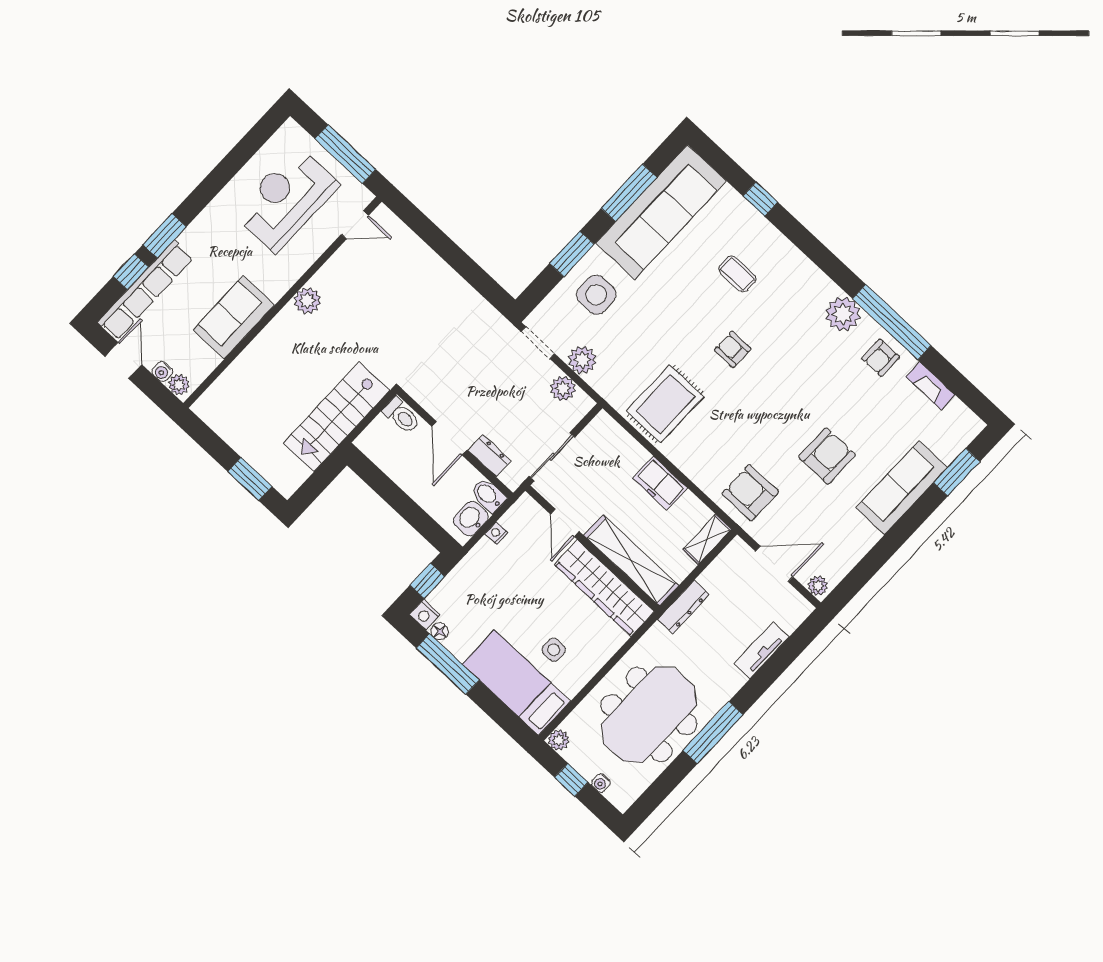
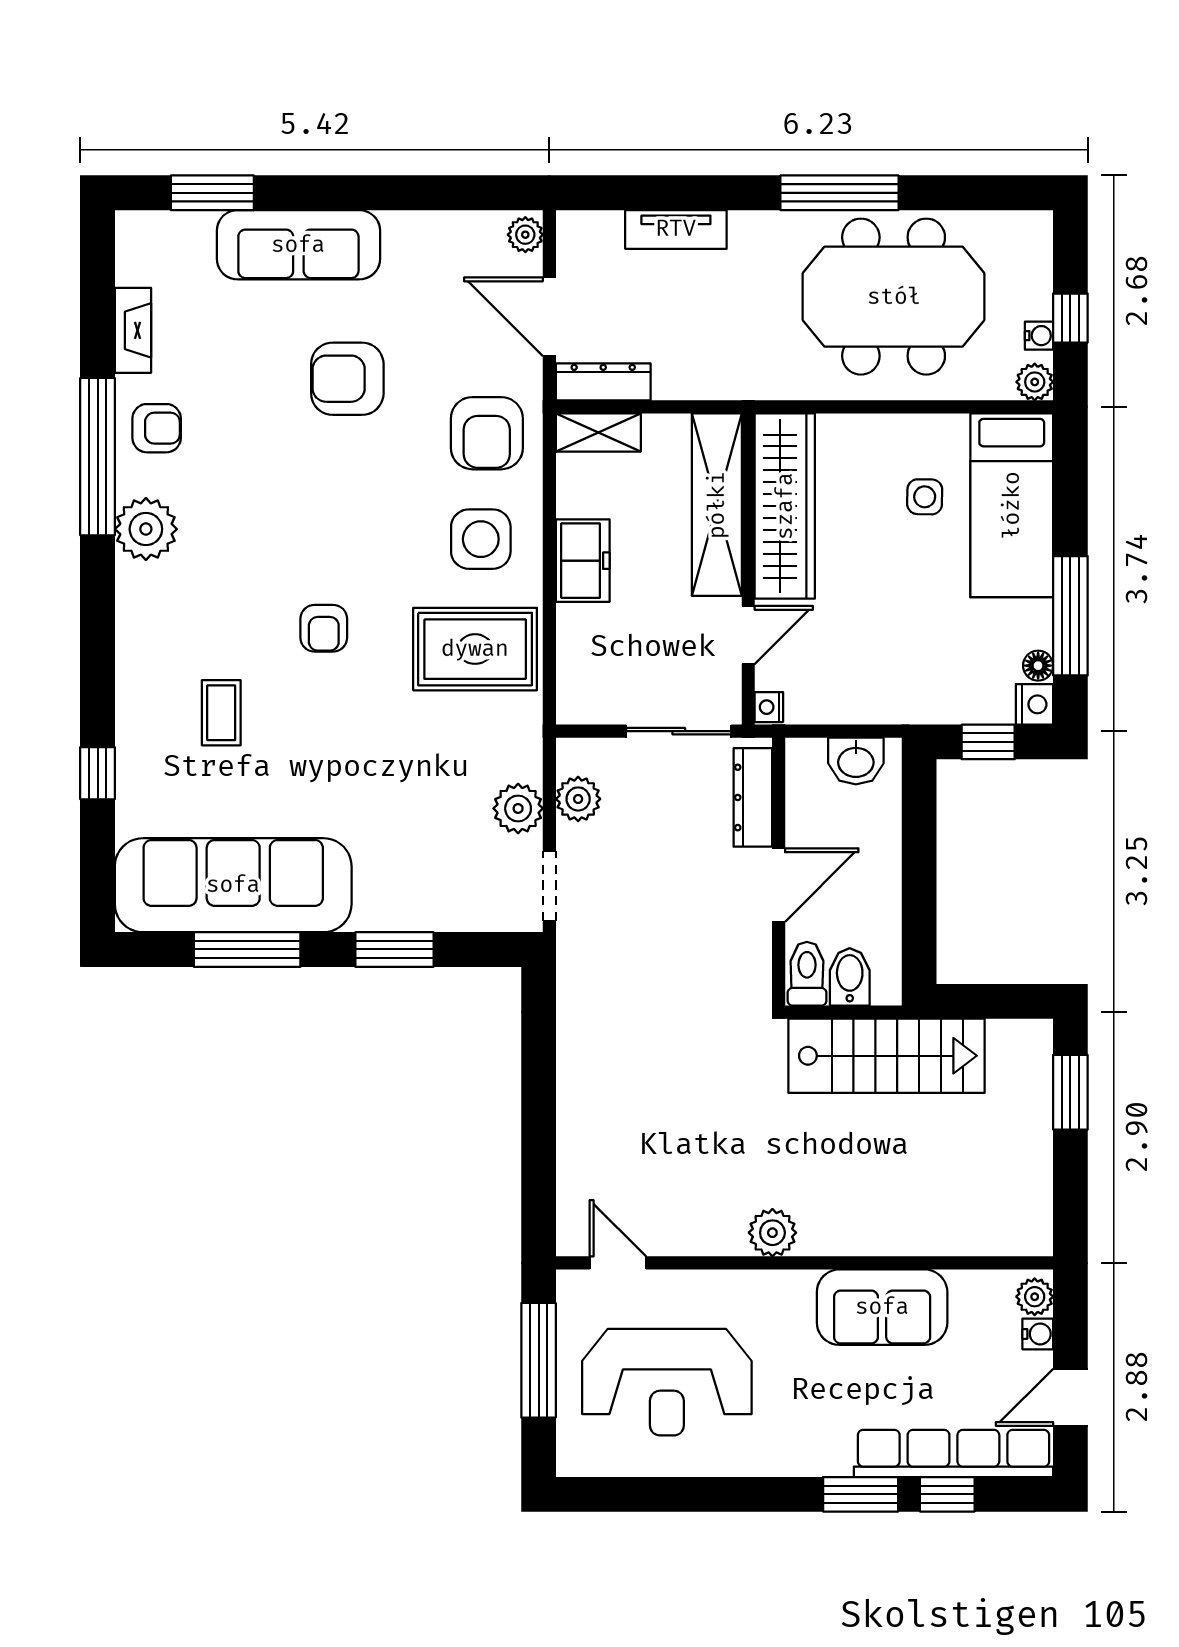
side table: (596, 295) -> (481, 539), moved
dresser: (489, 456) -> (753, 797), width x1.44
bidet: (488, 495) -> (850, 977), moved, turned 180
nightstand: (497, 533) -> (769, 707), moved, turned 90
dresser: (683, 607) -> (603, 382), moved
water cooler: (601, 783) -> (1039, 336), moved

